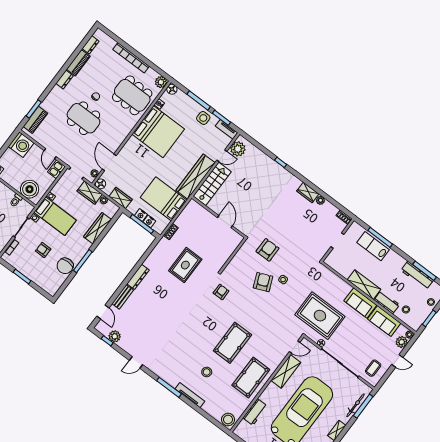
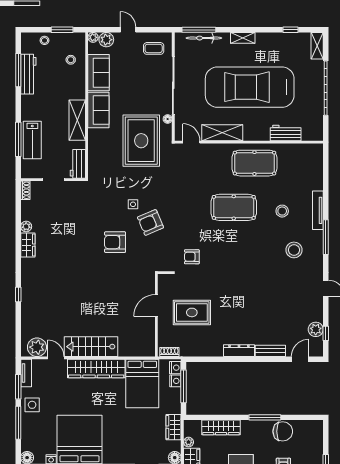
nightstand: (141, 215) -> (175, 368), moved
wall: (219, 217) -> (156, 315), moved
door: (225, 222) -> (156, 306), moved
workbench: (387, 302) -> (78, 164), moved
stool: (228, 420) -> (294, 250), moved

